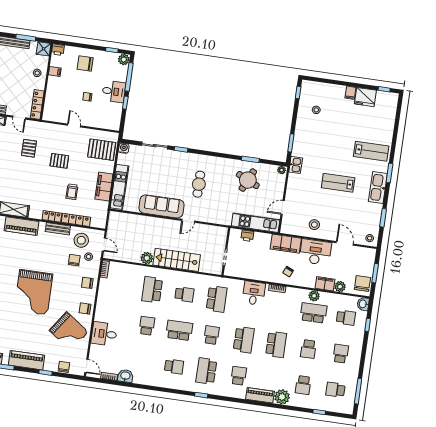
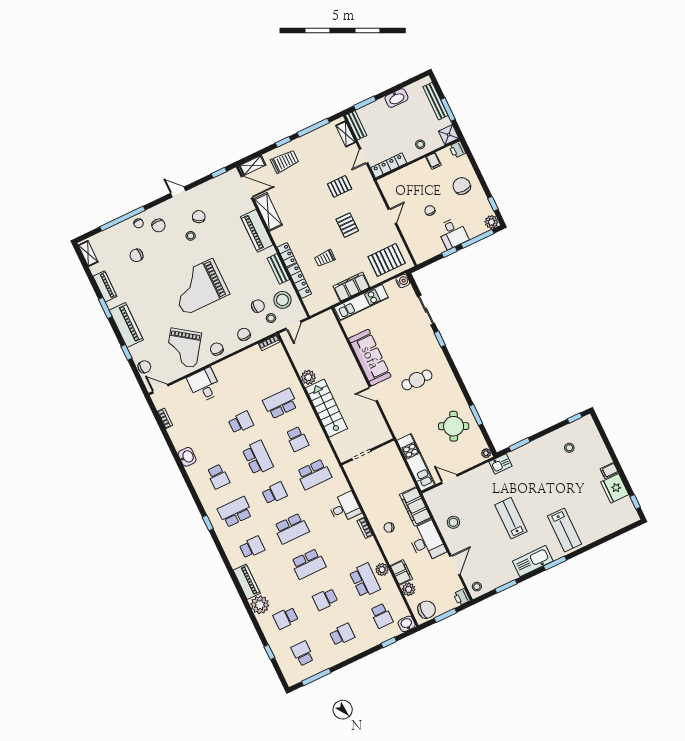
pallet: (102, 150) -> (387, 260), turned 90
printer: (247, 236) -> (462, 597), moved
door: (86, 366) -> (160, 389), swing flipped
washbasin: (125, 376) -> (187, 457), moved

